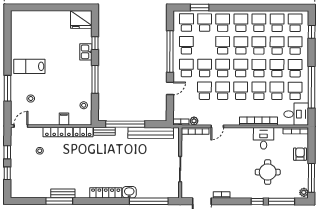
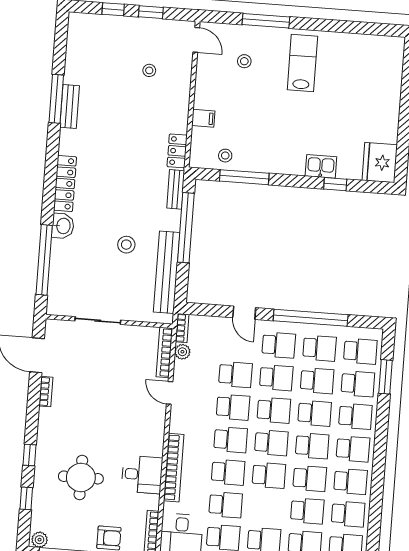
school desk: (277, 68) -> (317, 381), moved
window: (95, 79) -> (244, 177), moved
locker: (58, 132) -> (181, 106), removed
stool: (137, 156) -> (126, 245), added
window: (281, 201) -> (26, 498), width x0.46

